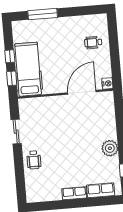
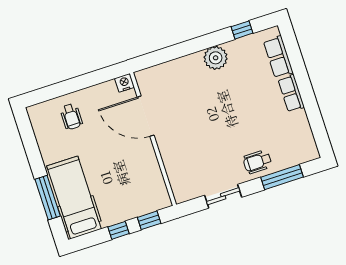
hospital bed: (28, 69) -> (74, 197), moved, turned 90
wheelchair: (34, 160) -> (257, 162), turned 180
window: (20, 174) -> (282, 177), added

